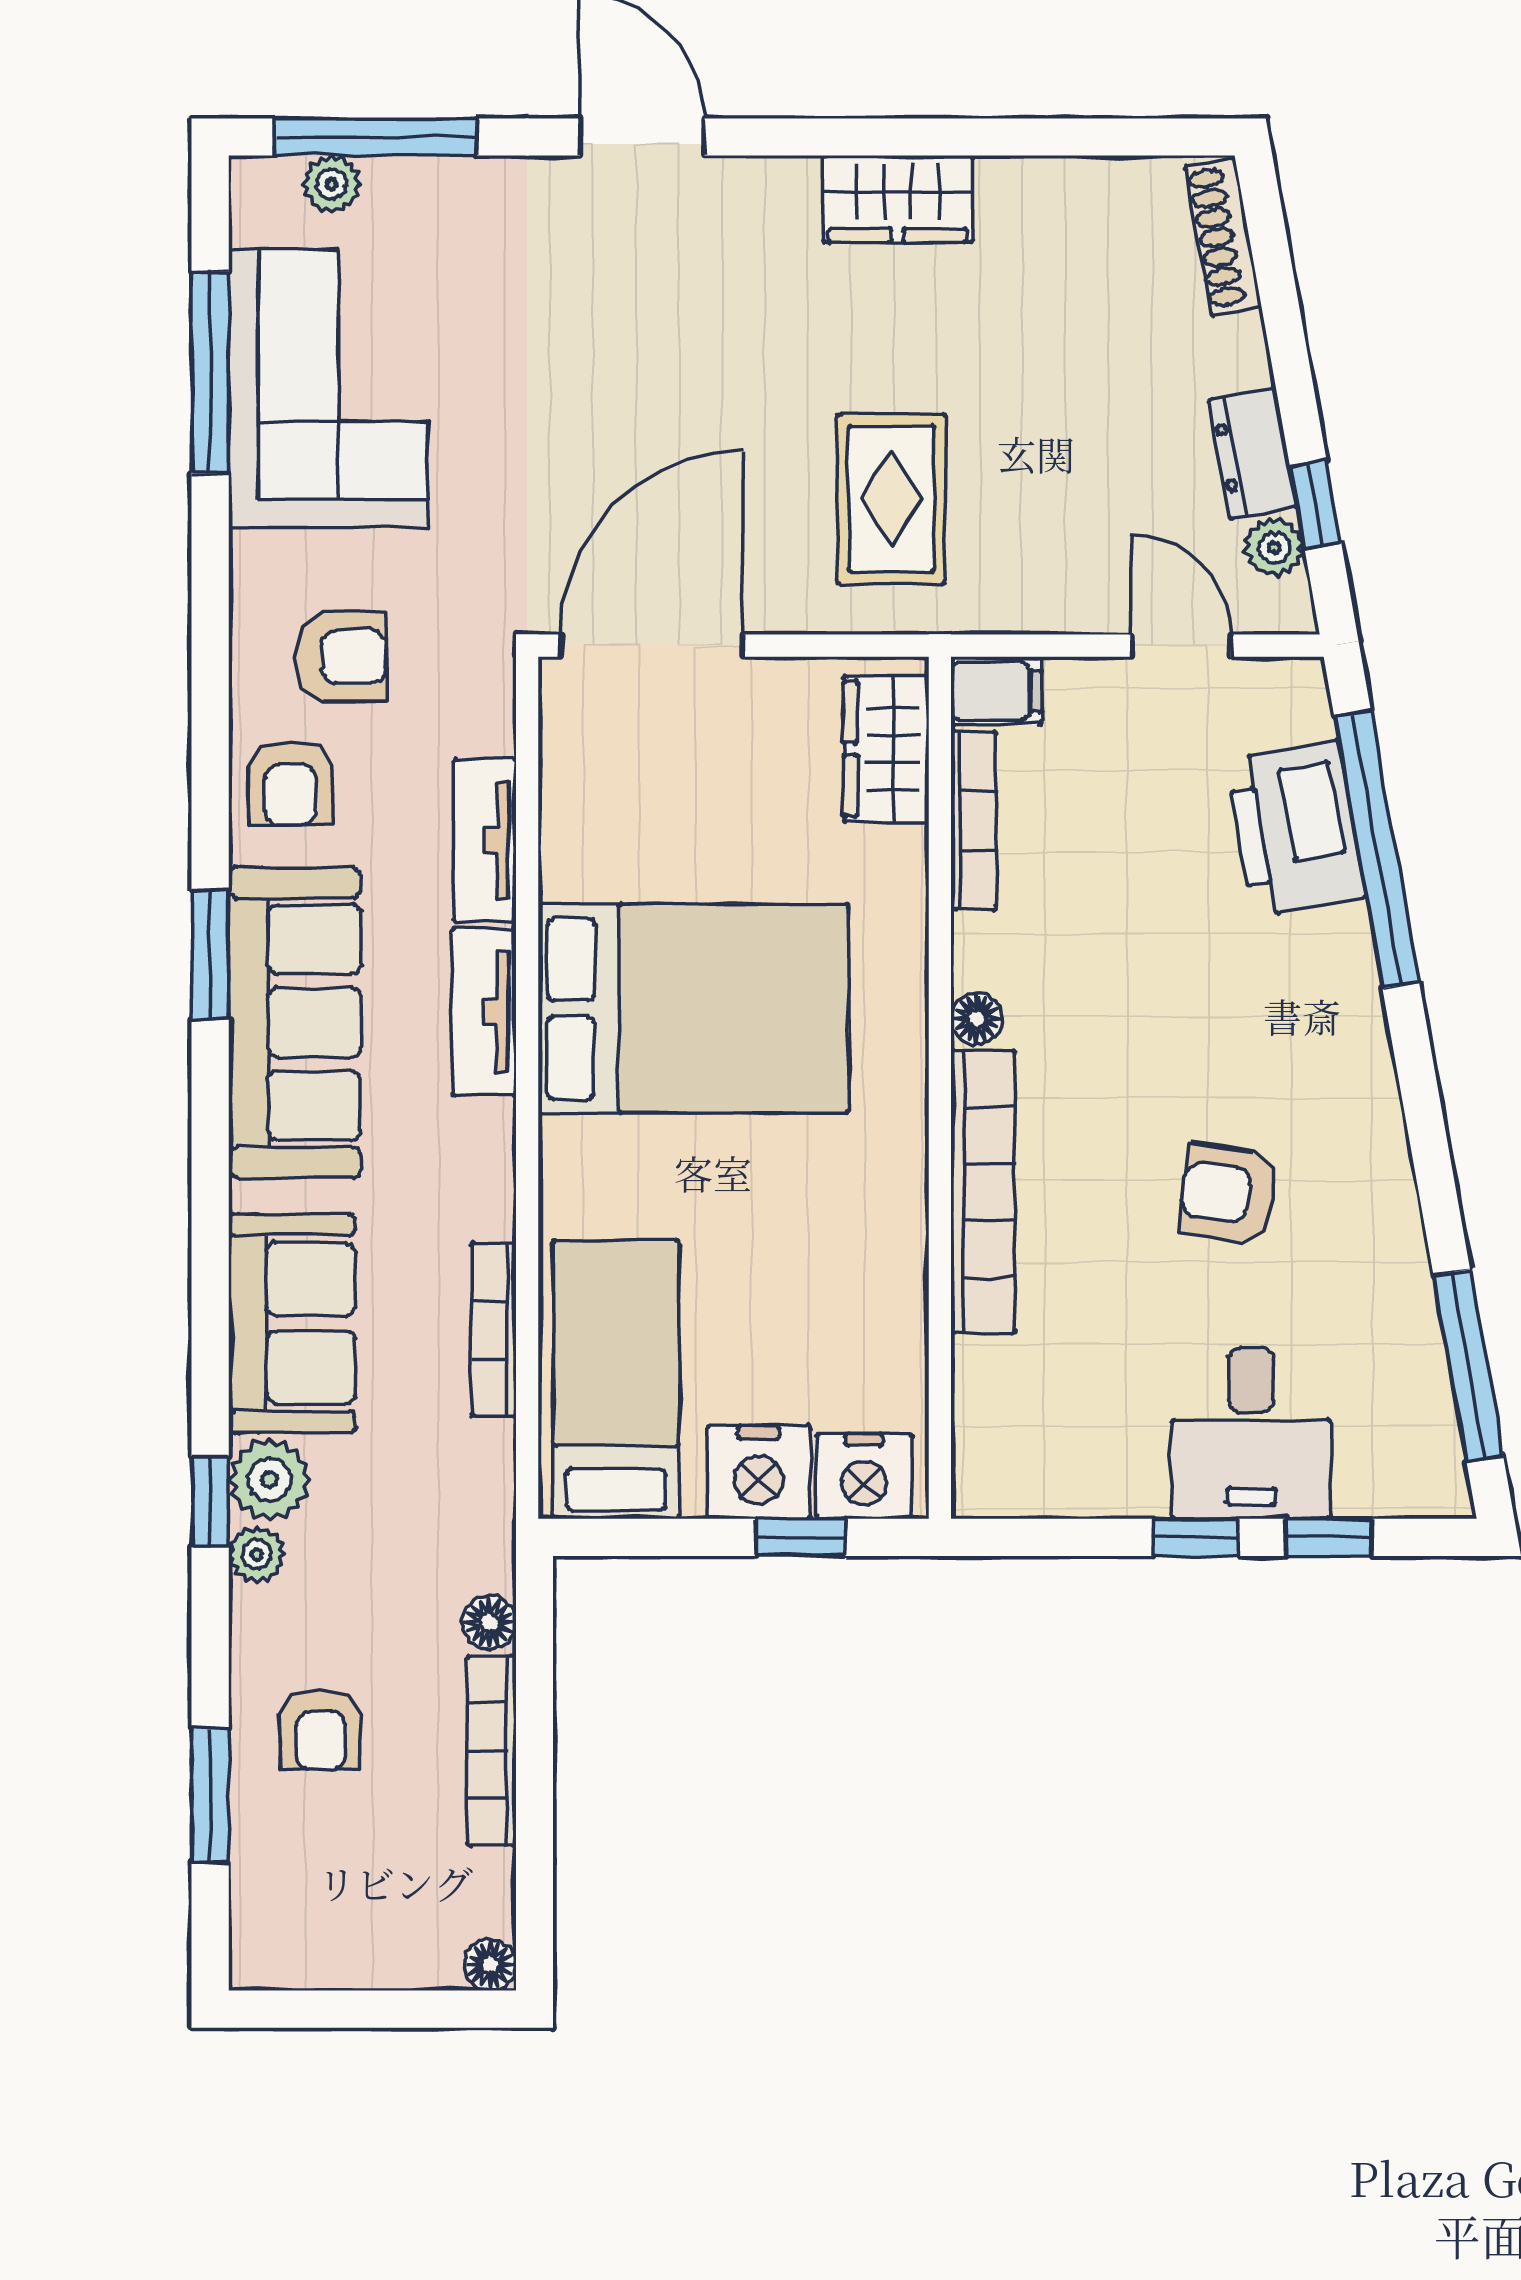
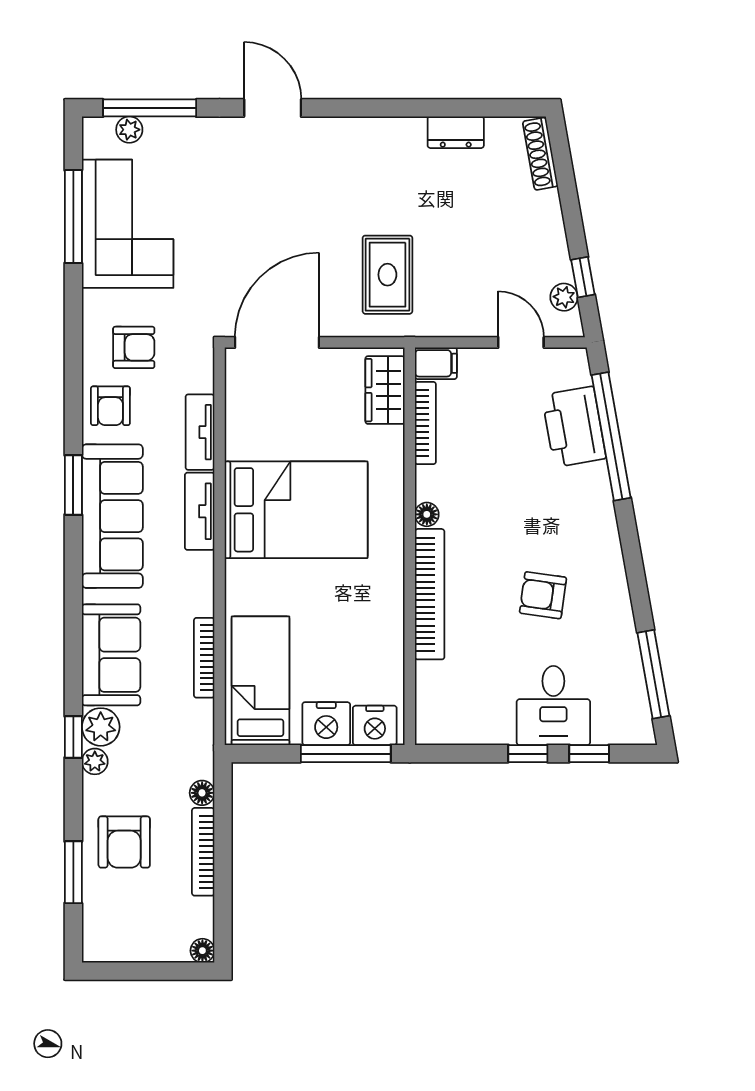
wardrobe: (898, 199) -> (390, 136), removed
dresser: (1253, 453) -> (456, 132), moved, turned -80
window: (801, 1537) -> (346, 754), width x2.17
armchair: (320, 1729) -> (124, 842), width x1.38, depth x1.38

